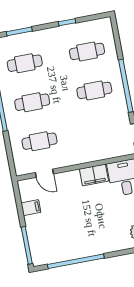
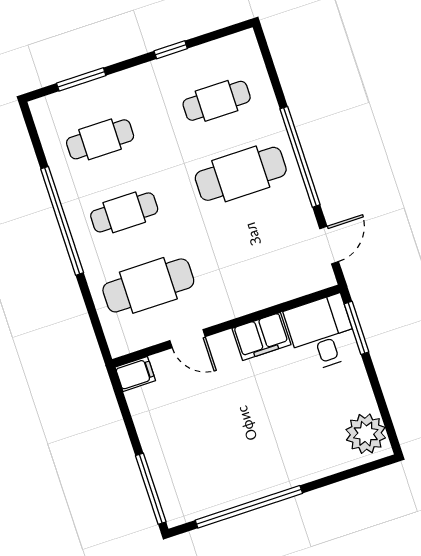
cafe table: (94, 90) -> (241, 174), width x1.37, depth x1.35
cafe table: (40, 141) -> (148, 285), width x1.37, depth x1.35
door: (44, 173) -> (188, 339), moved
filing cabinet: (31, 208) -> (135, 374), moved

